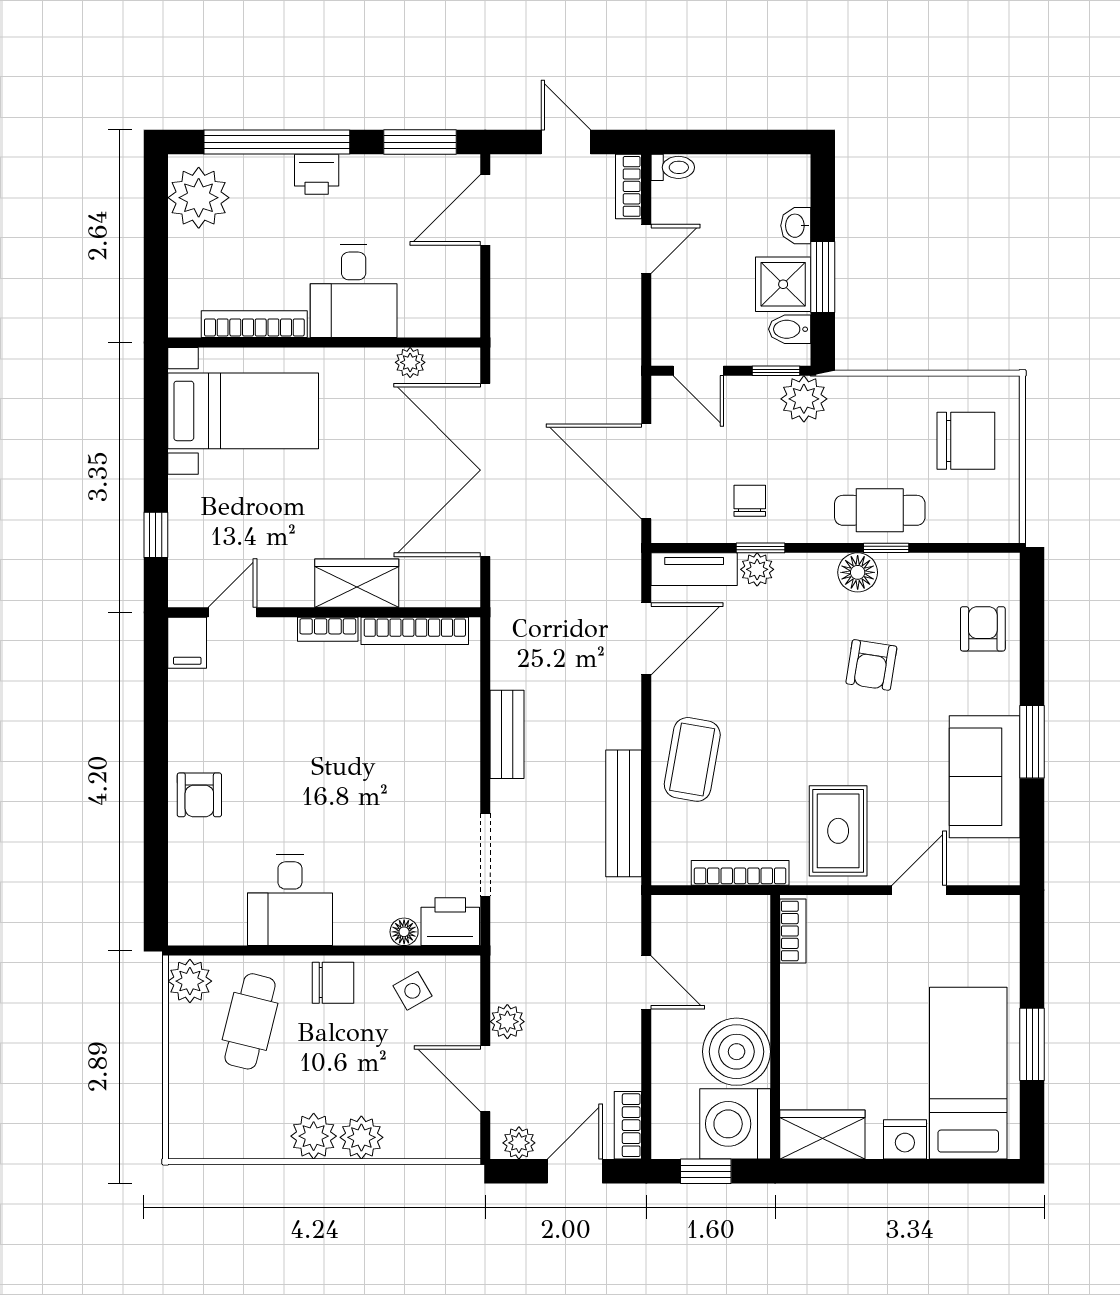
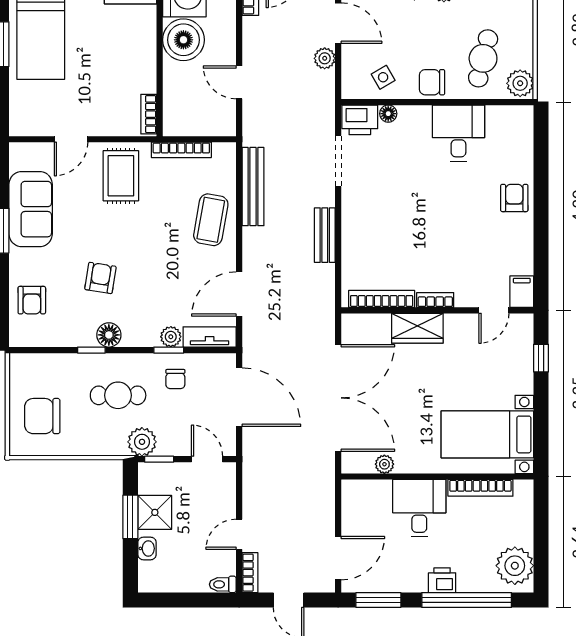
bidet: (790, 329) -> (151, 485), removed
cafe table: (880, 510) -> (118, 395), moved

